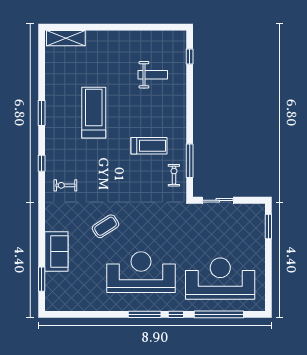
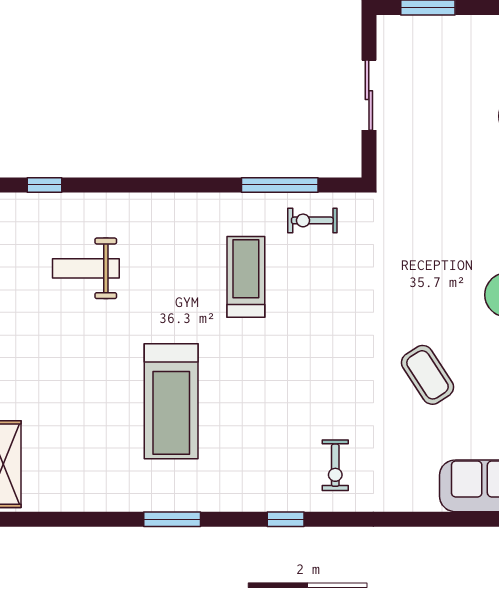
weight bench: (153, 75) -> (86, 268), turned -90
treadmill: (94, 113) -> (171, 401), turned -90
sliding door: (218, 200) -> (369, 95), moved

